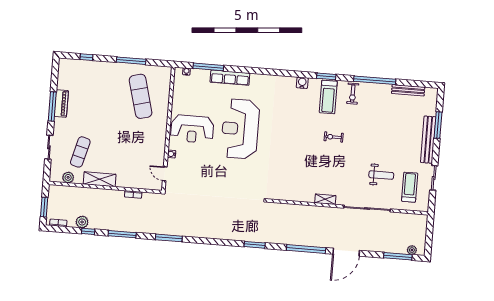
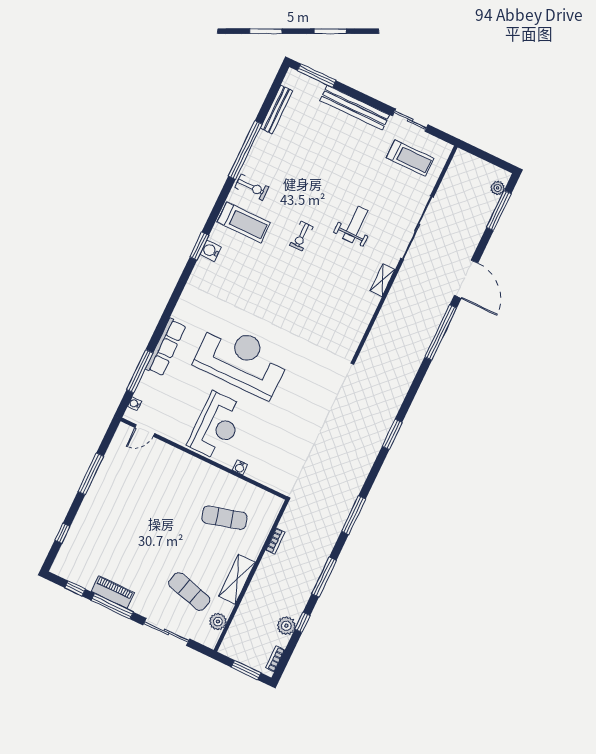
window: (326, 76) -> (199, 246), moved
window: (54, 78) -> (75, 588), added
exercise mat: (141, 96) -> (224, 518), moved, width x0.73, depth x0.69
window: (438, 125) -> (317, 76), moved
reception desk: (240, 129) -> (241, 360), turned 180
sliding door: (49, 147) -> (166, 632), width x1.37
door: (165, 174) -> (145, 431), moved
weight bench: (381, 175) -> (355, 225), moved
treadmill: (410, 187) -> (410, 158), turned 180
window: (255, 245) -> (392, 434), moved

